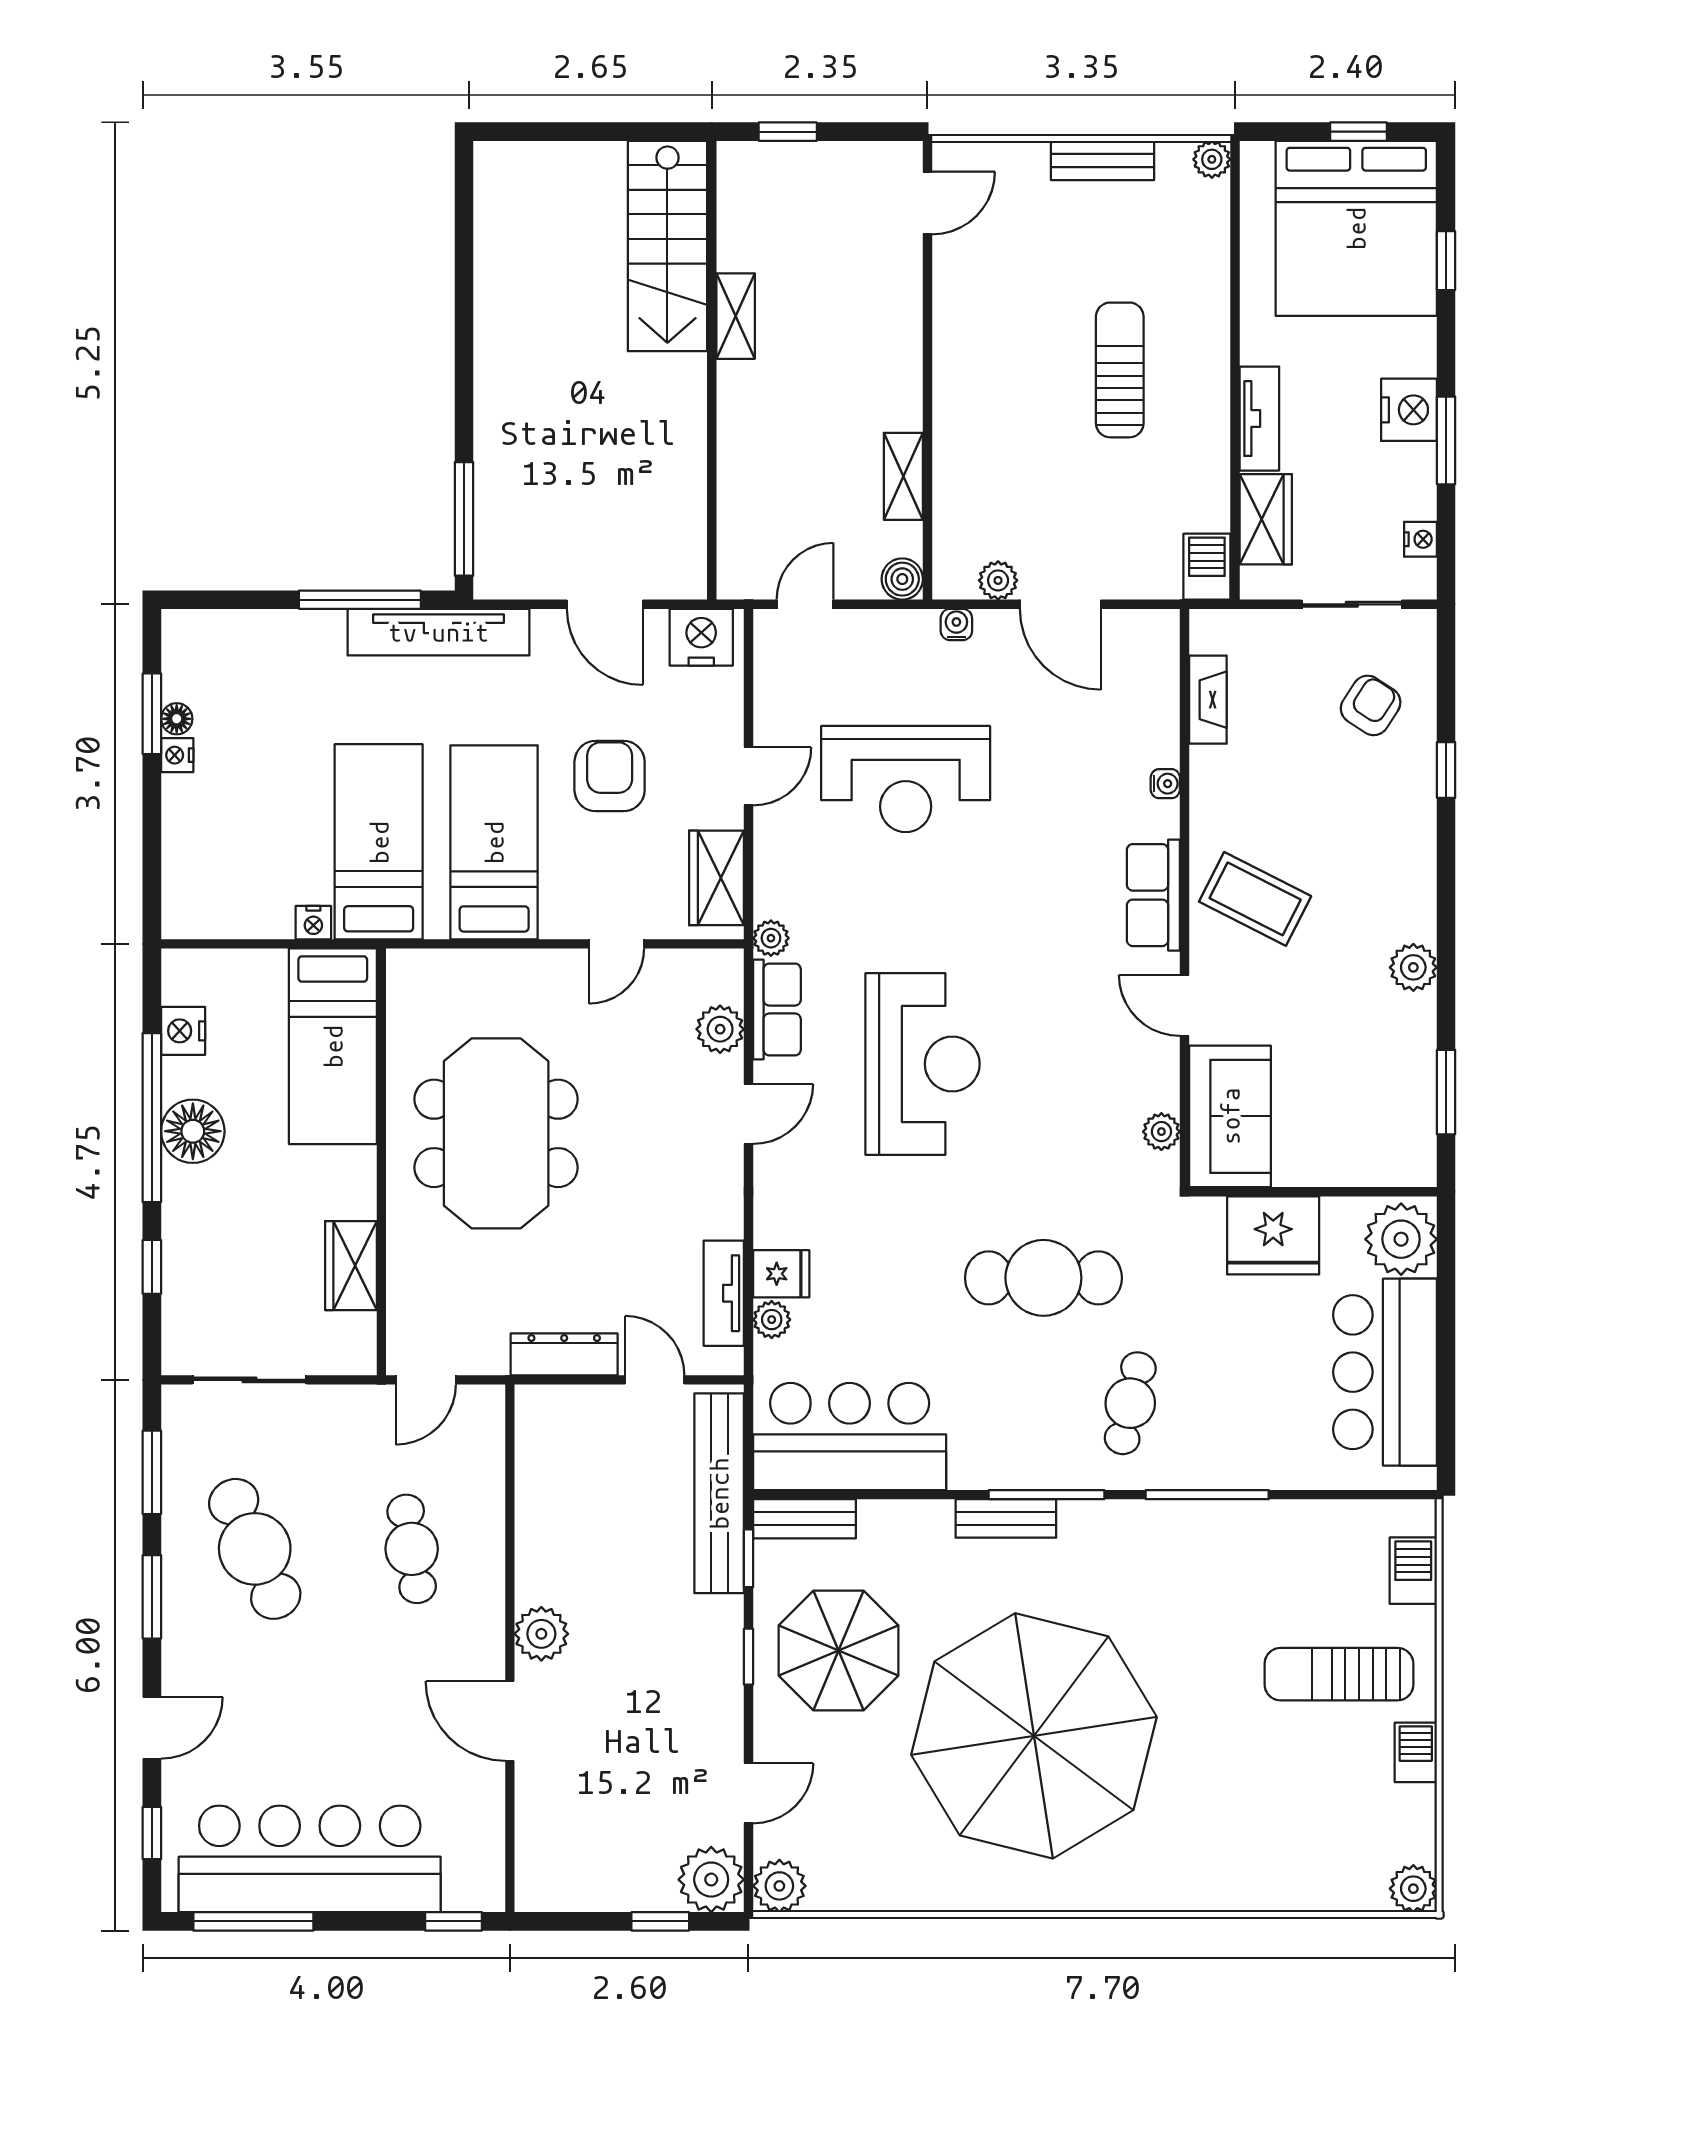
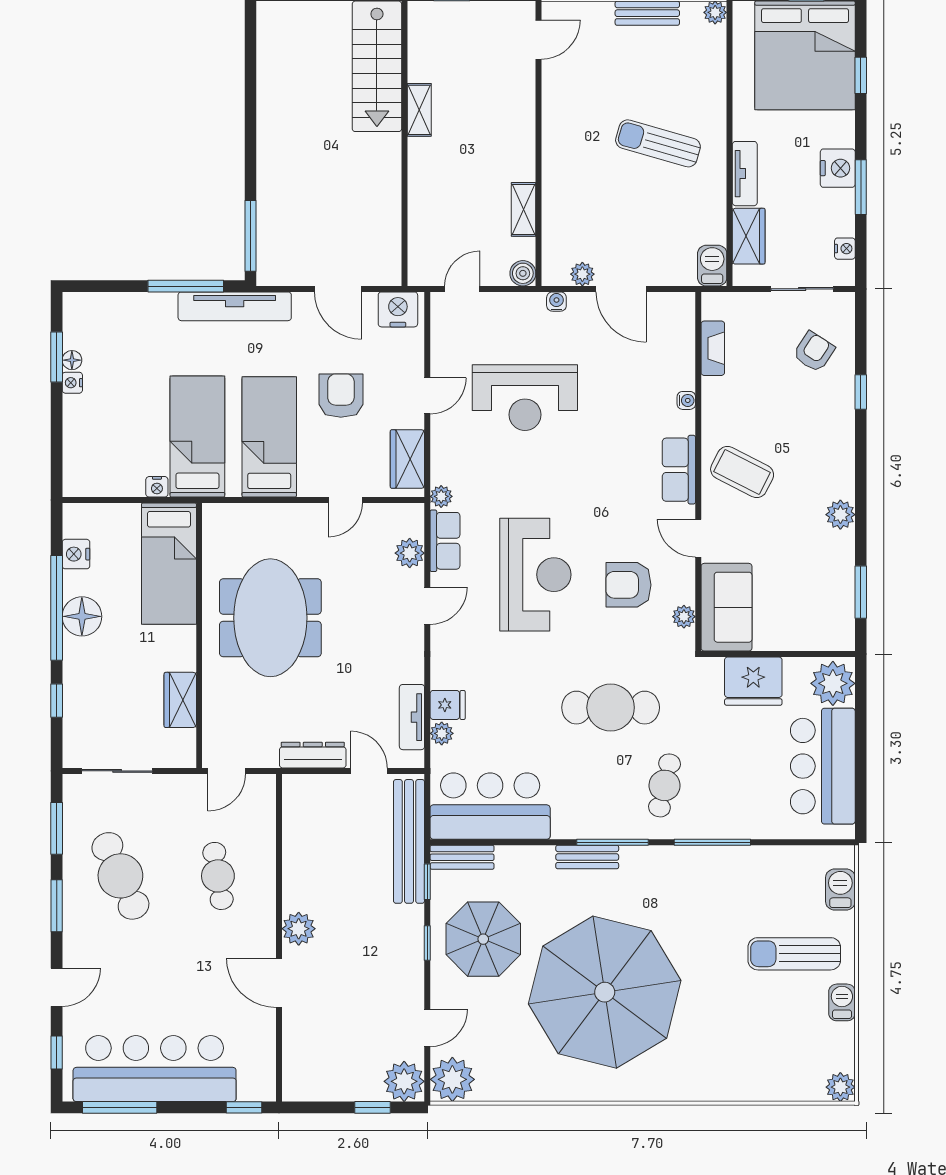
sun lounger: (1120, 370) -> (658, 143), turned -74
armchair: (1072, 1080) -> (628, 585), added
plant: (779, 1886) -> (452, 1079), width x1.36, depth x1.36

